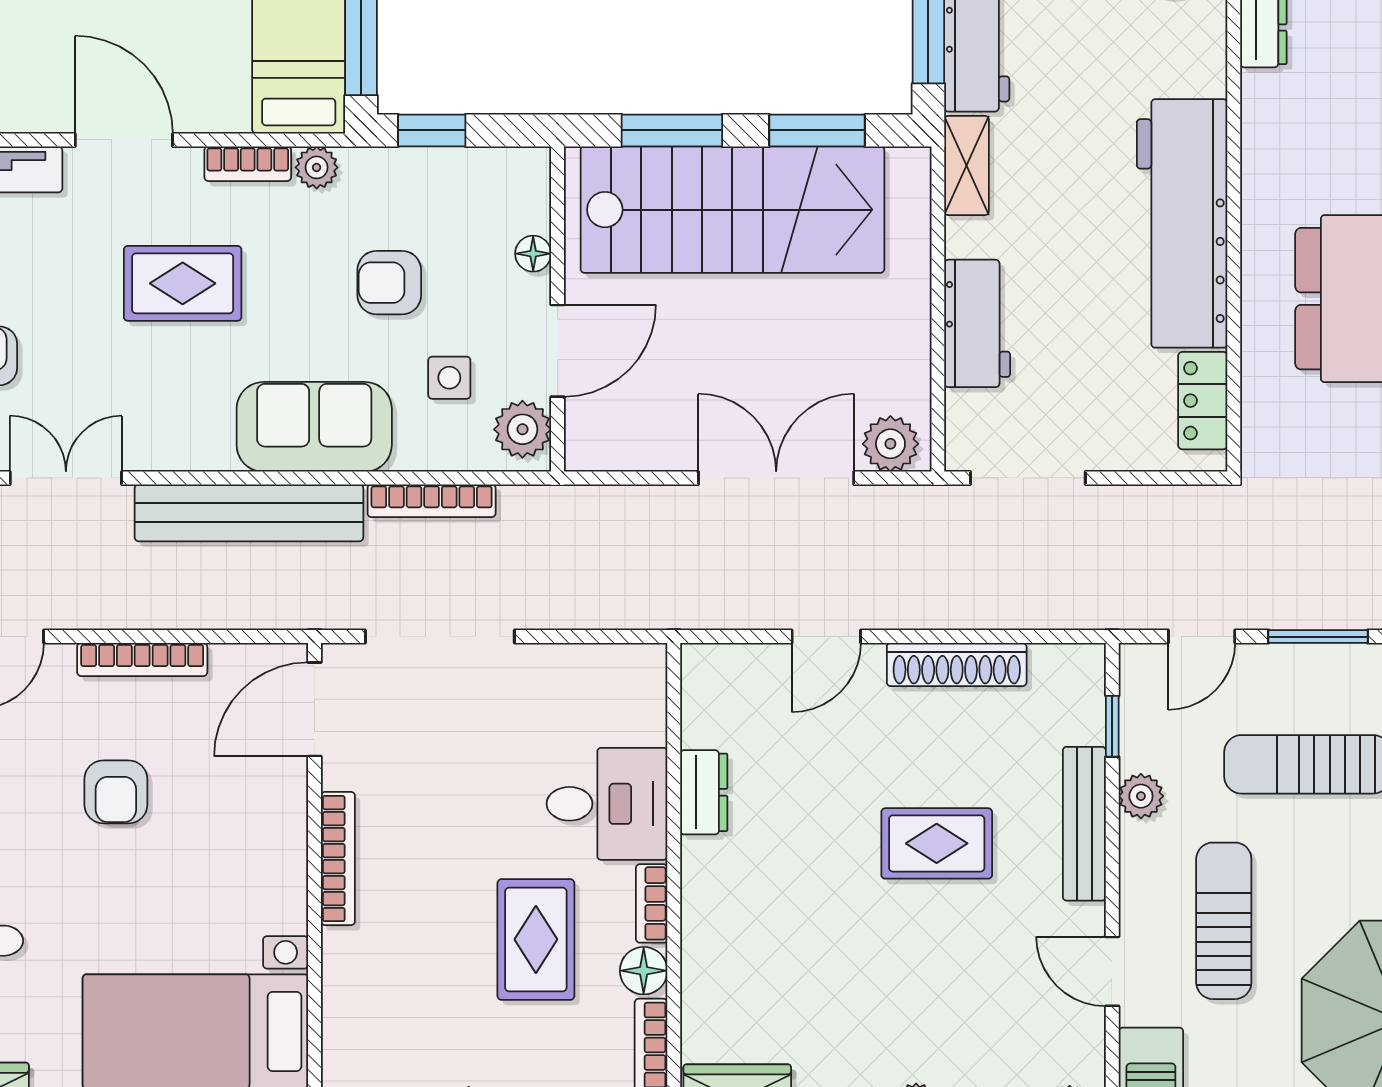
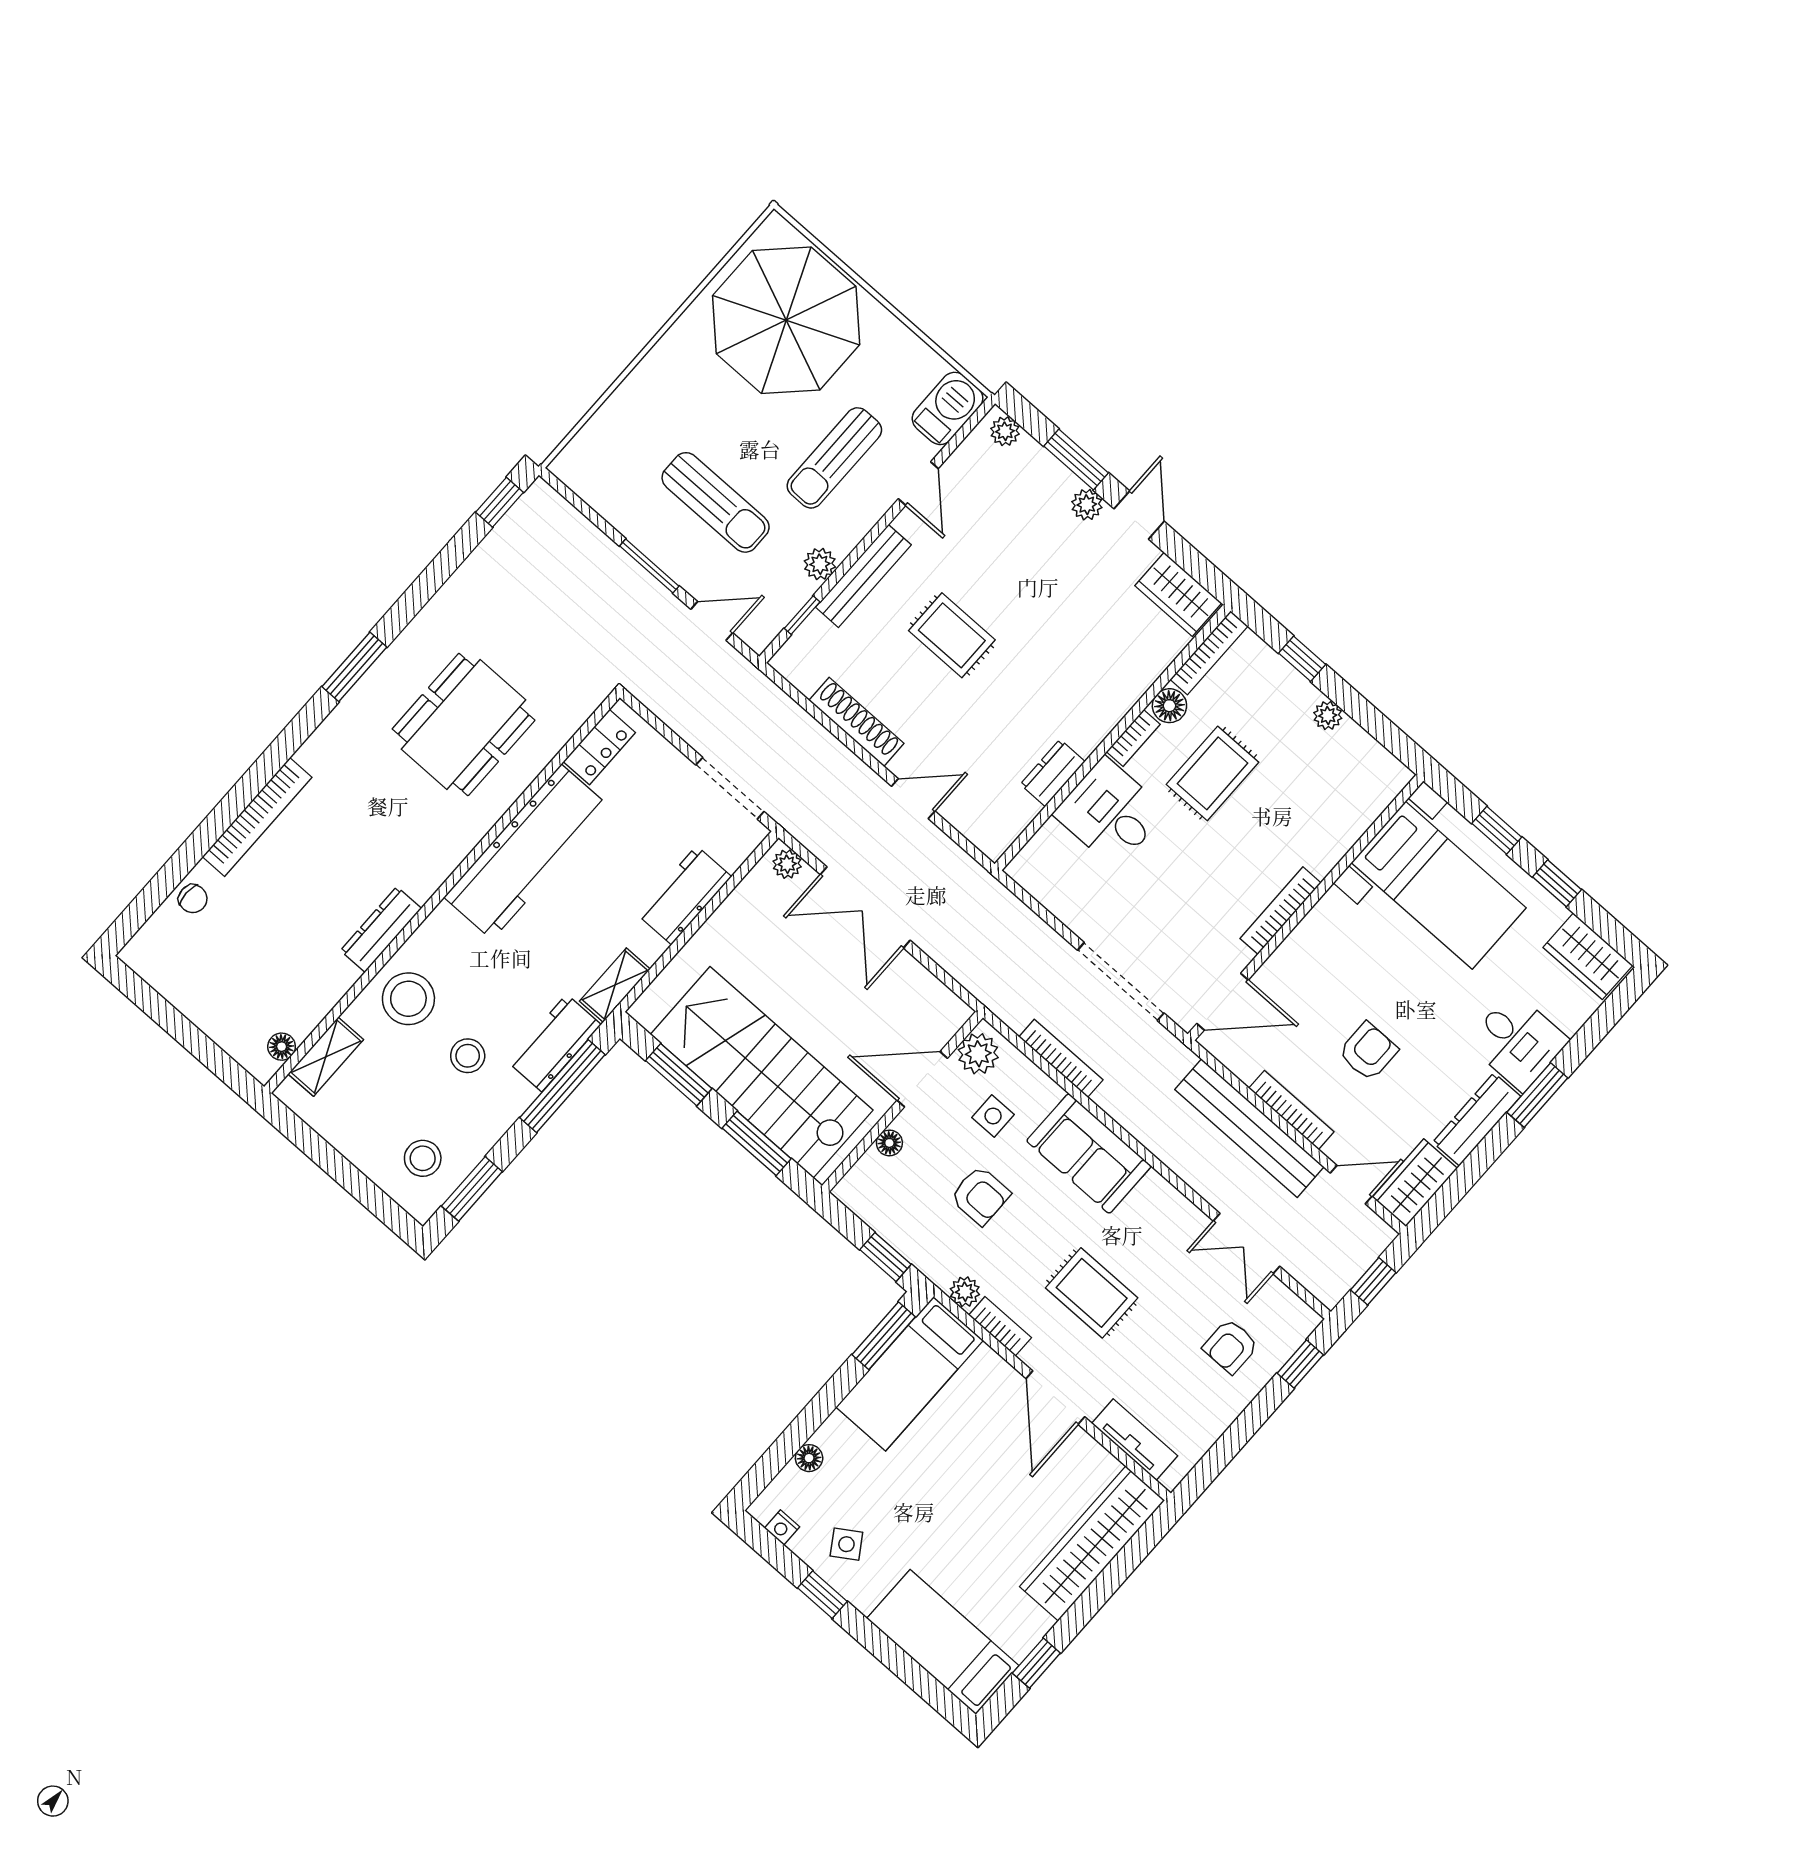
plant: (890, 444) -> (787, 864), width x0.73, depth x0.73
bench: (249, 513) -> (1249, 1128), moved

